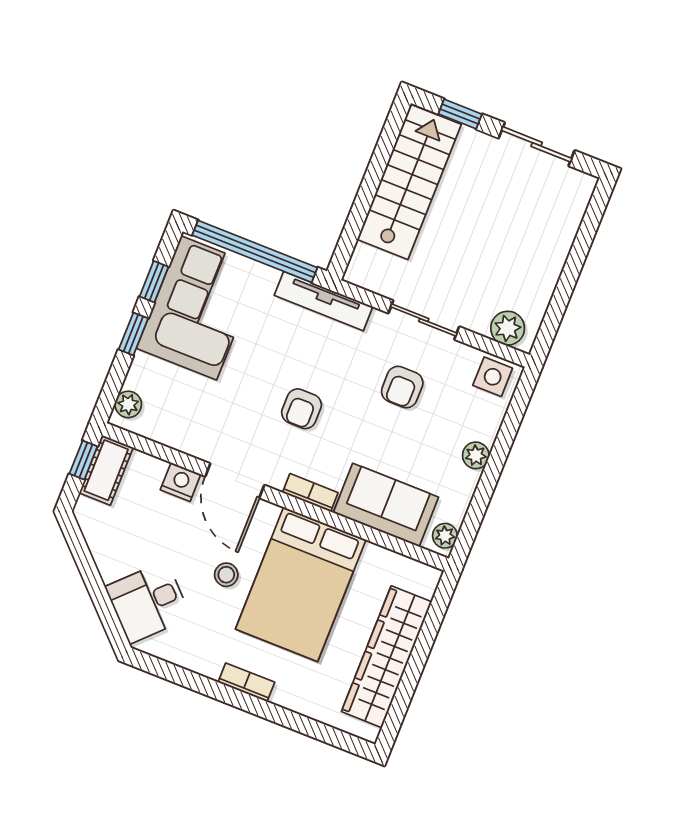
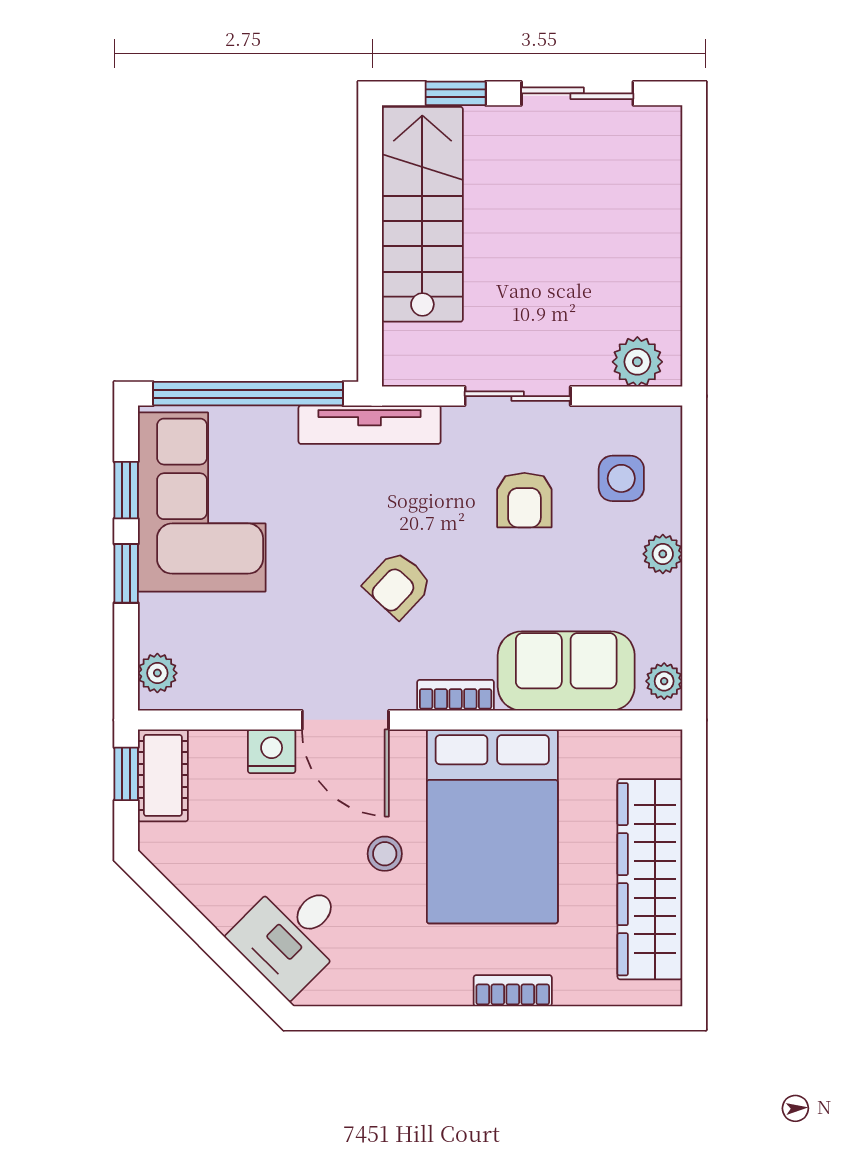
side table: (493, 377) -> (621, 478), moved
armchair: (302, 409) -> (398, 585), turned 43
bookcase: (246, 682) -> (513, 991), moved

